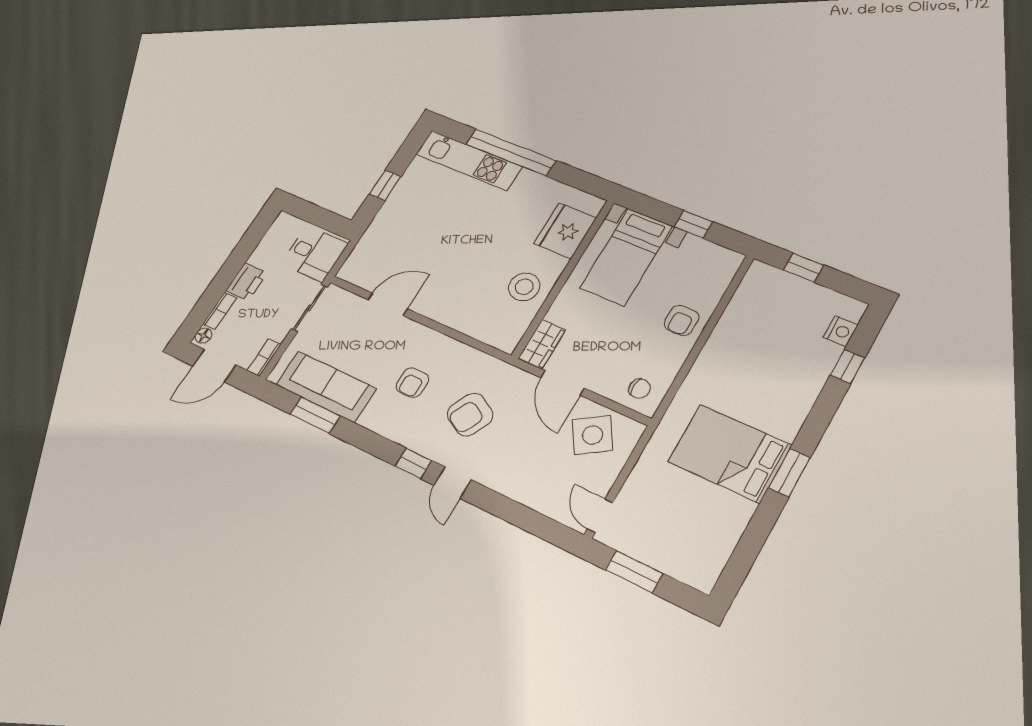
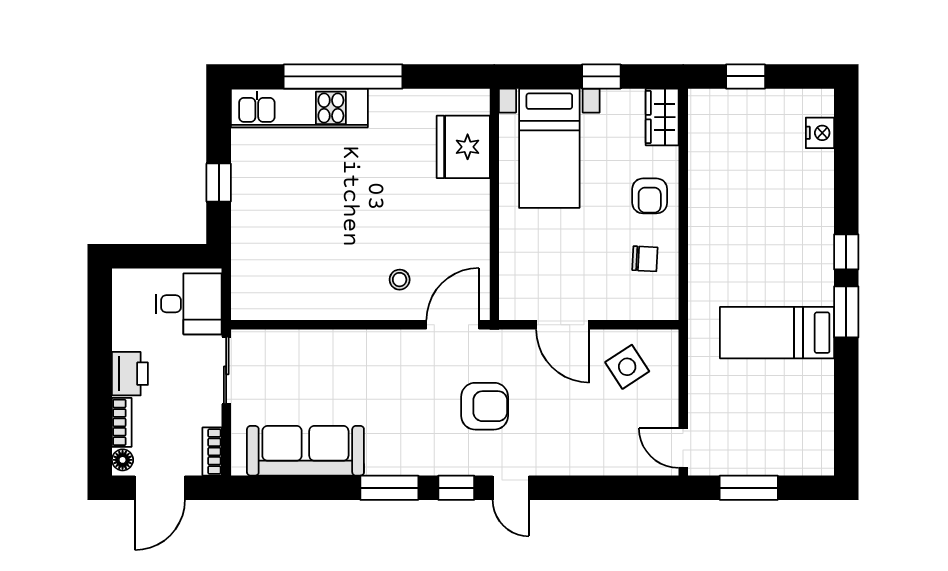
stool: (524, 287) -> (400, 280), moved, width x0.53, depth x0.53
door: (388, 304) -> (453, 325), moved
wardrobe: (542, 344) -> (662, 117), moved, turned 180
window: (848, 366) -> (846, 252), moved
armchair: (412, 383) -> (400, 401), removed
chair: (640, 389) -> (645, 259), moved
armchair: (470, 414) -> (485, 406), turned -118
window: (315, 415) -> (389, 488), moved
side table: (592, 435) -> (627, 367), width x0.73, depth x0.73
bed: (730, 453) -> (777, 333), width x0.67

